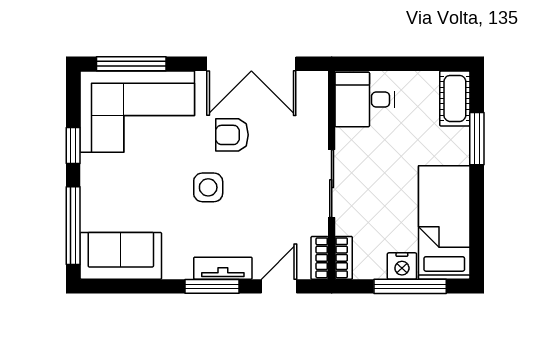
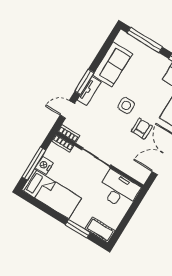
desk: (365, 99) -> (118, 190), width x1.37
sofa: (121, 256) -> (113, 64), moved
door: (279, 286) -> (67, 109), swing flipped

